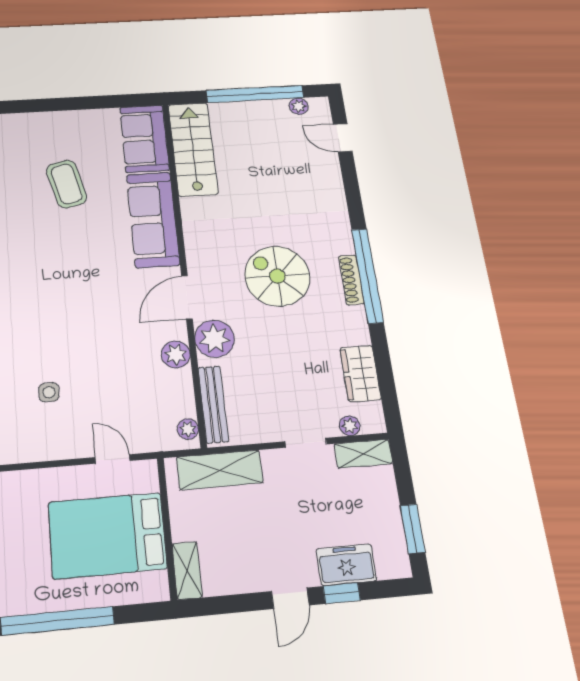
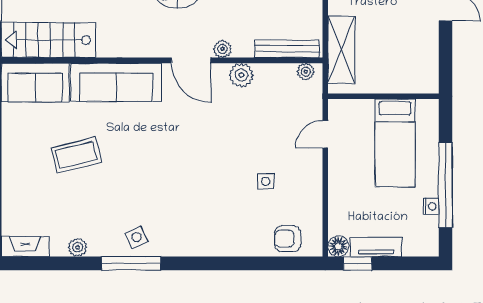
plant: (215, 339) -> (222, 49), width x0.53, depth x0.53
bed: (107, 535) -> (395, 143), width x0.67
shelving: (187, 570) -> (417, 84), removed
nightstand: (29, 604) -> (431, 206), added

